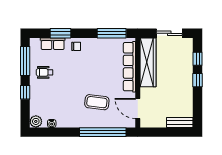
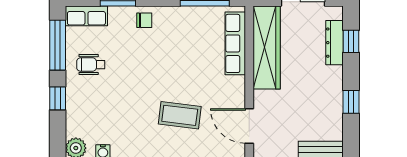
row of seats: (53, 44) -> (86, 16), moved
dresser: (188, 59) -> (335, 43), added
row of seats: (129, 67) -> (235, 43), width x0.73
window: (198, 80) -> (351, 102), moved

